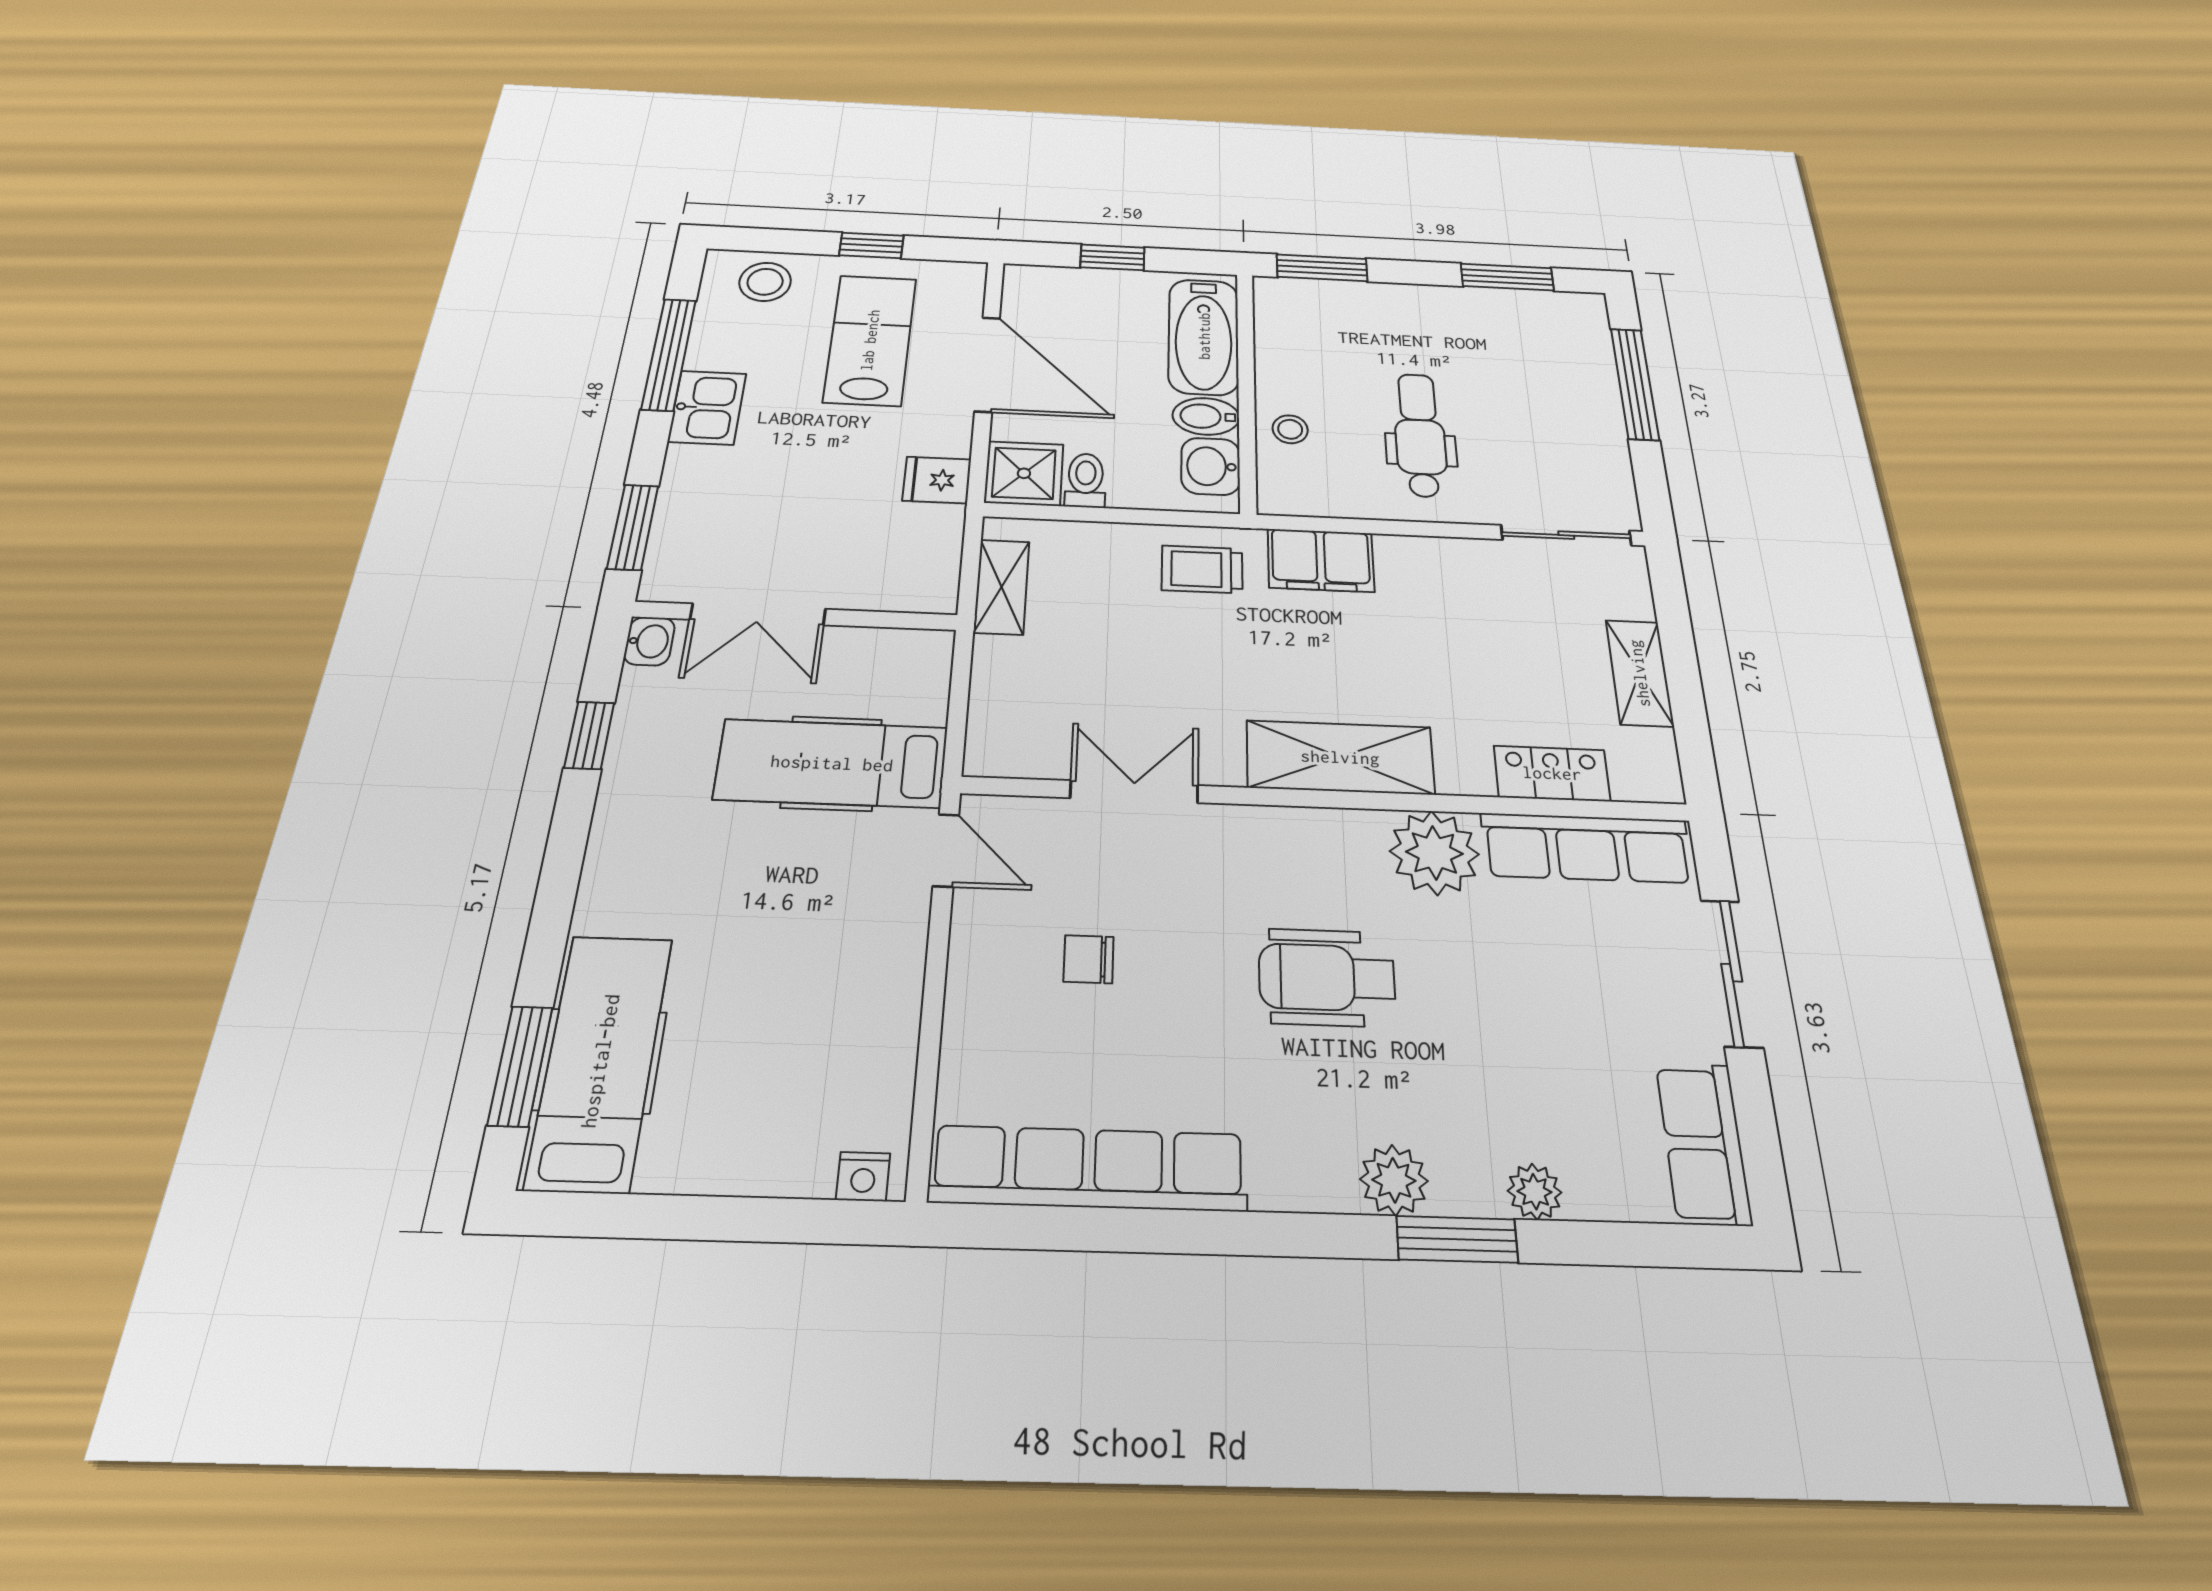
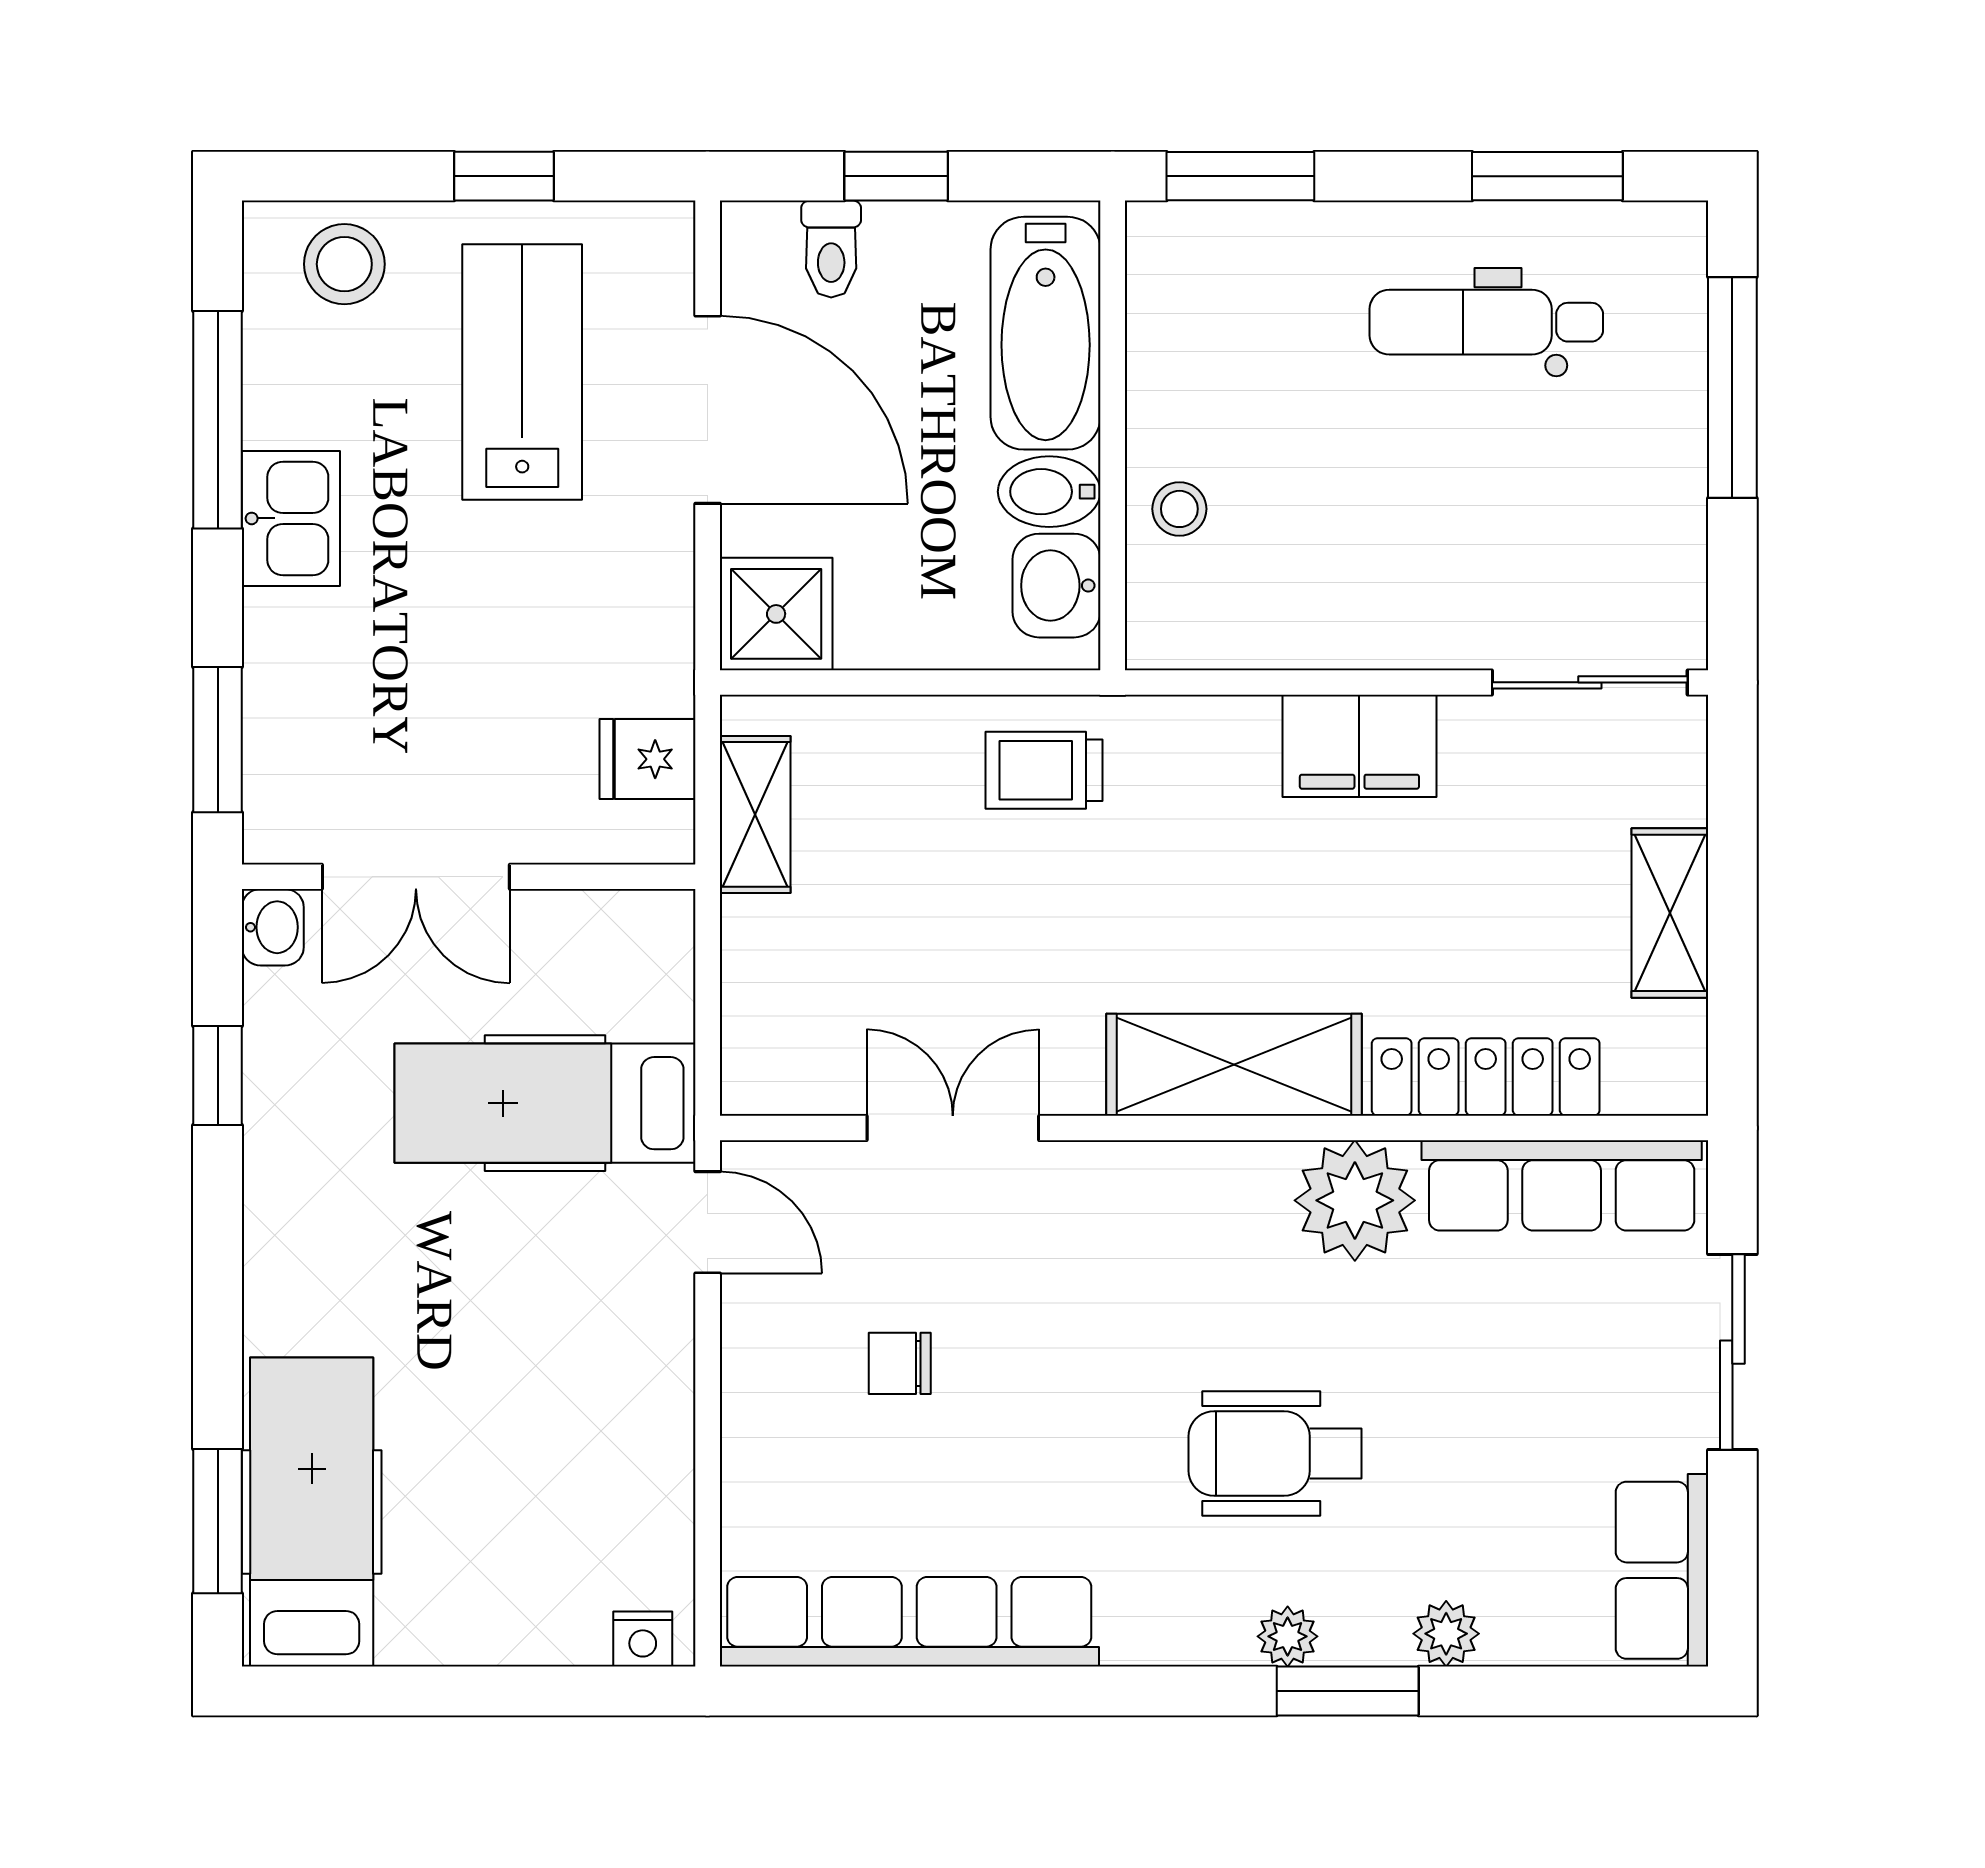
dental chair: (1420, 435) -> (1486, 322), moved, turned -90
fridge: (937, 480) -> (648, 759), moved
toilet: (1086, 480) -> (831, 249), moved, turned 180
filing cabinet: (1321, 560) -> (1359, 746), moved
locker: (1552, 773) -> (1486, 1077), width x1.53
wheelchair: (1327, 977) -> (1275, 1454), moved
plant: (1394, 1180) -> (1288, 1636), width x0.73, depth x0.73

